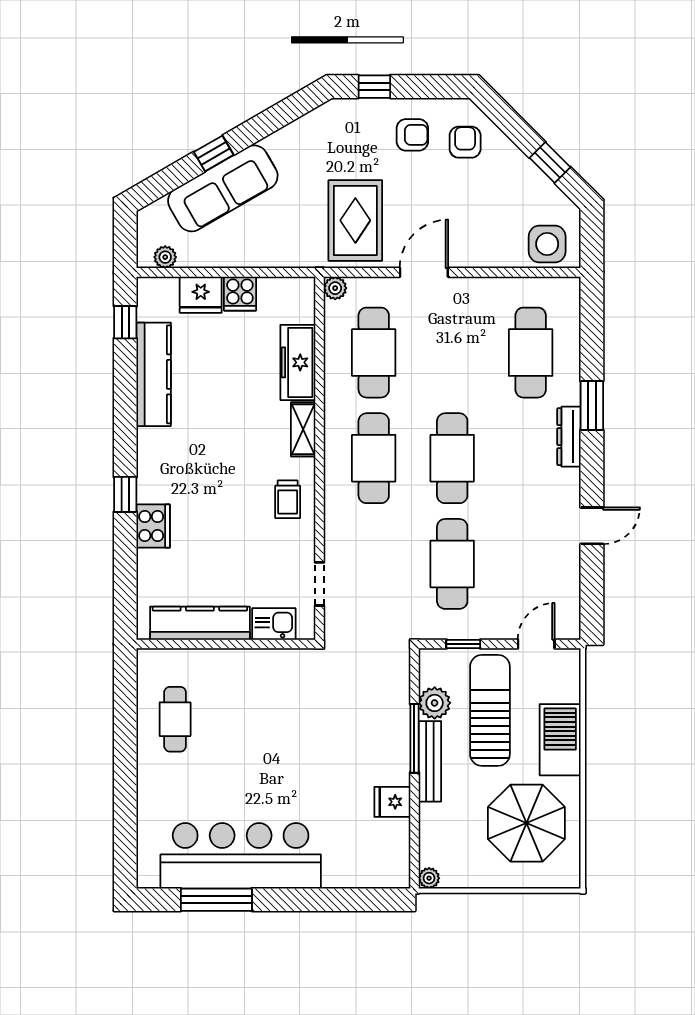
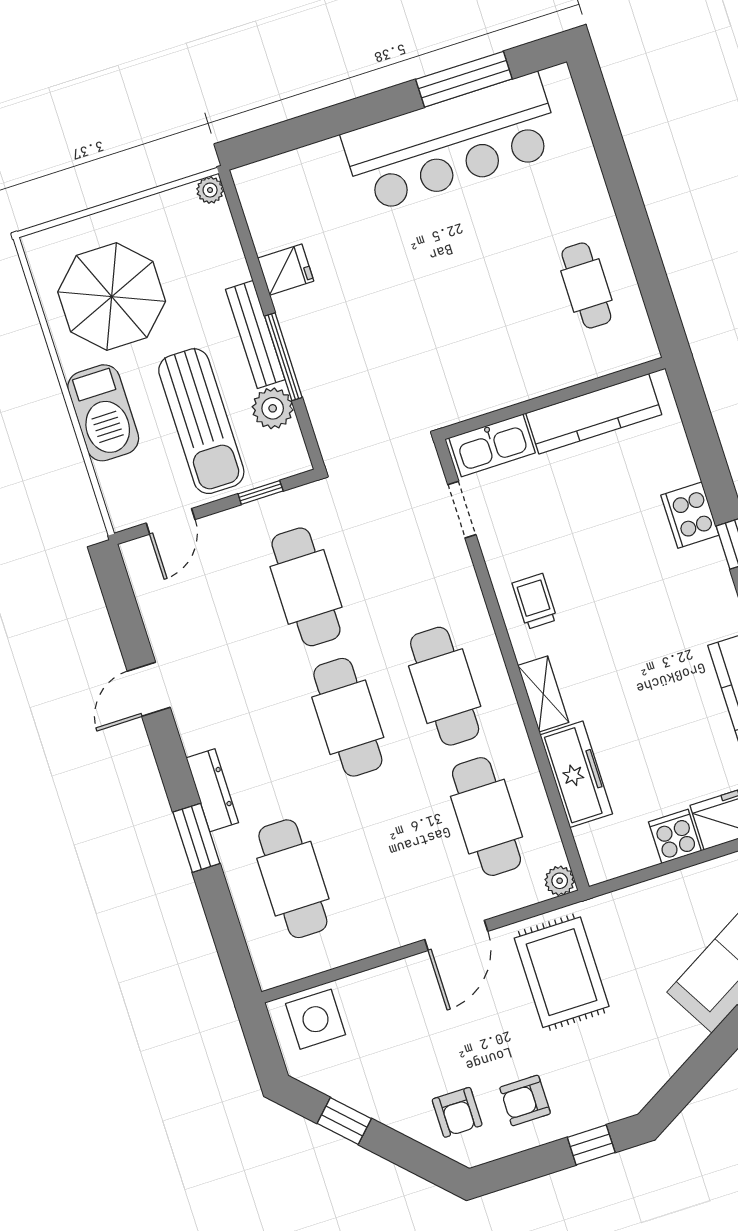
kitchen sink: (274, 624) -> (492, 445), width x1.38

